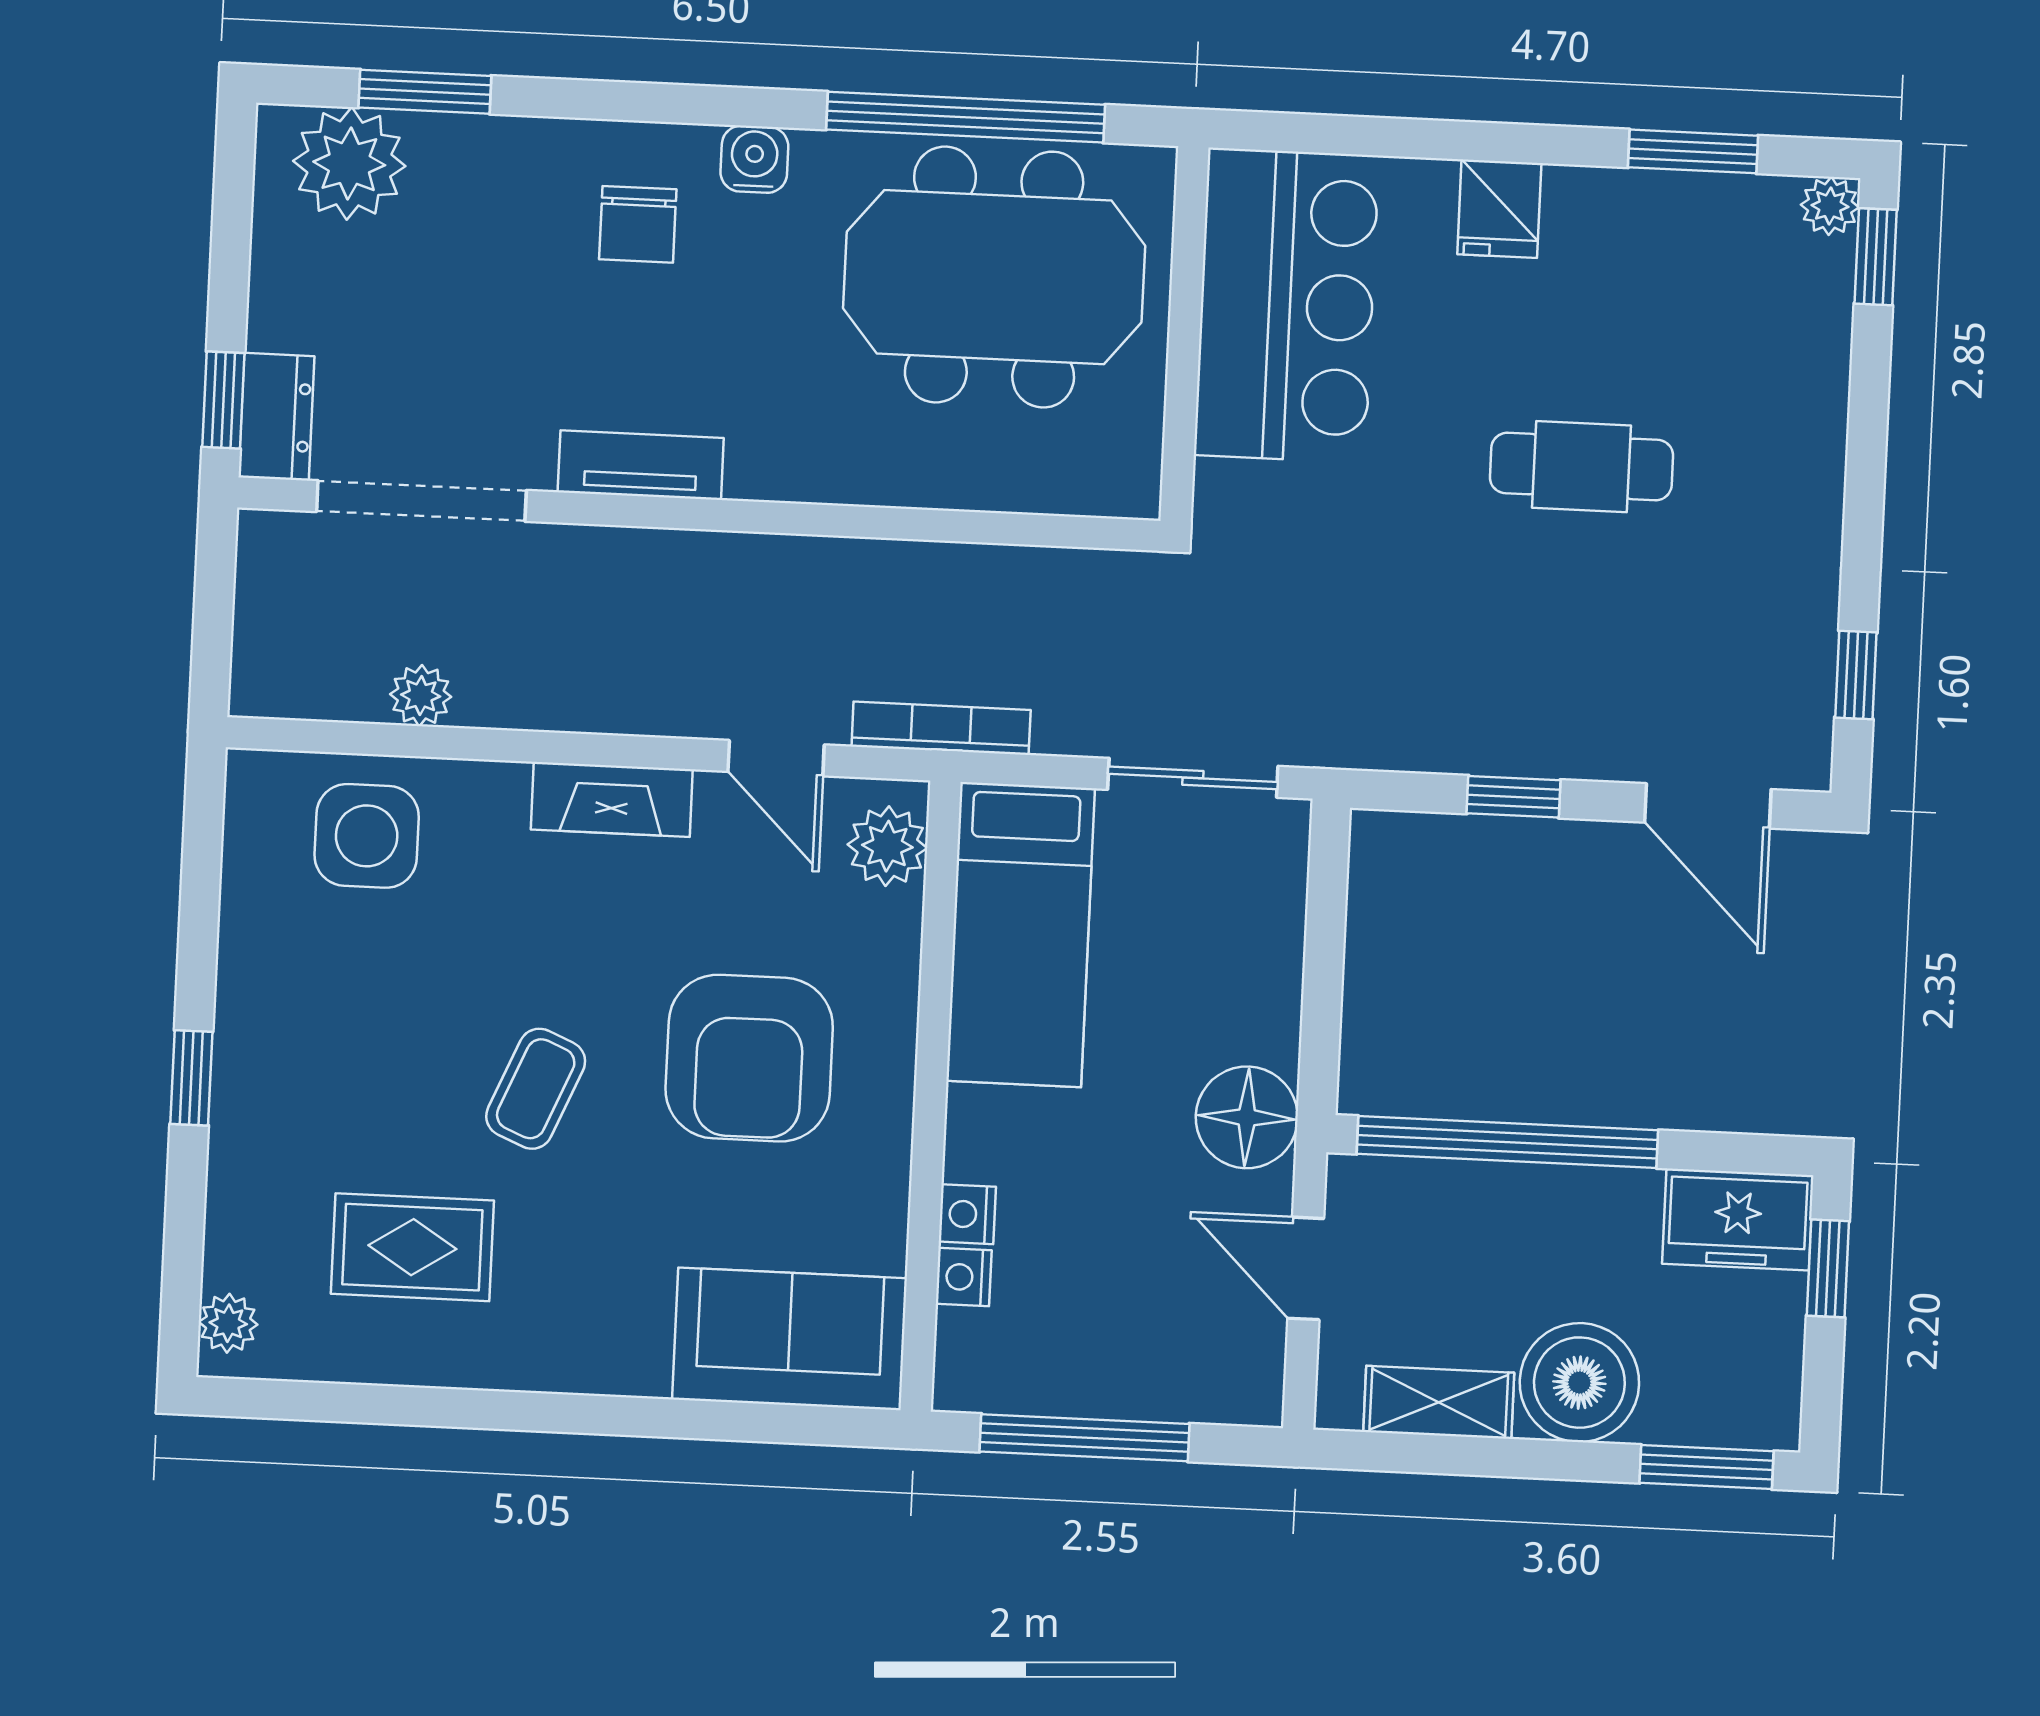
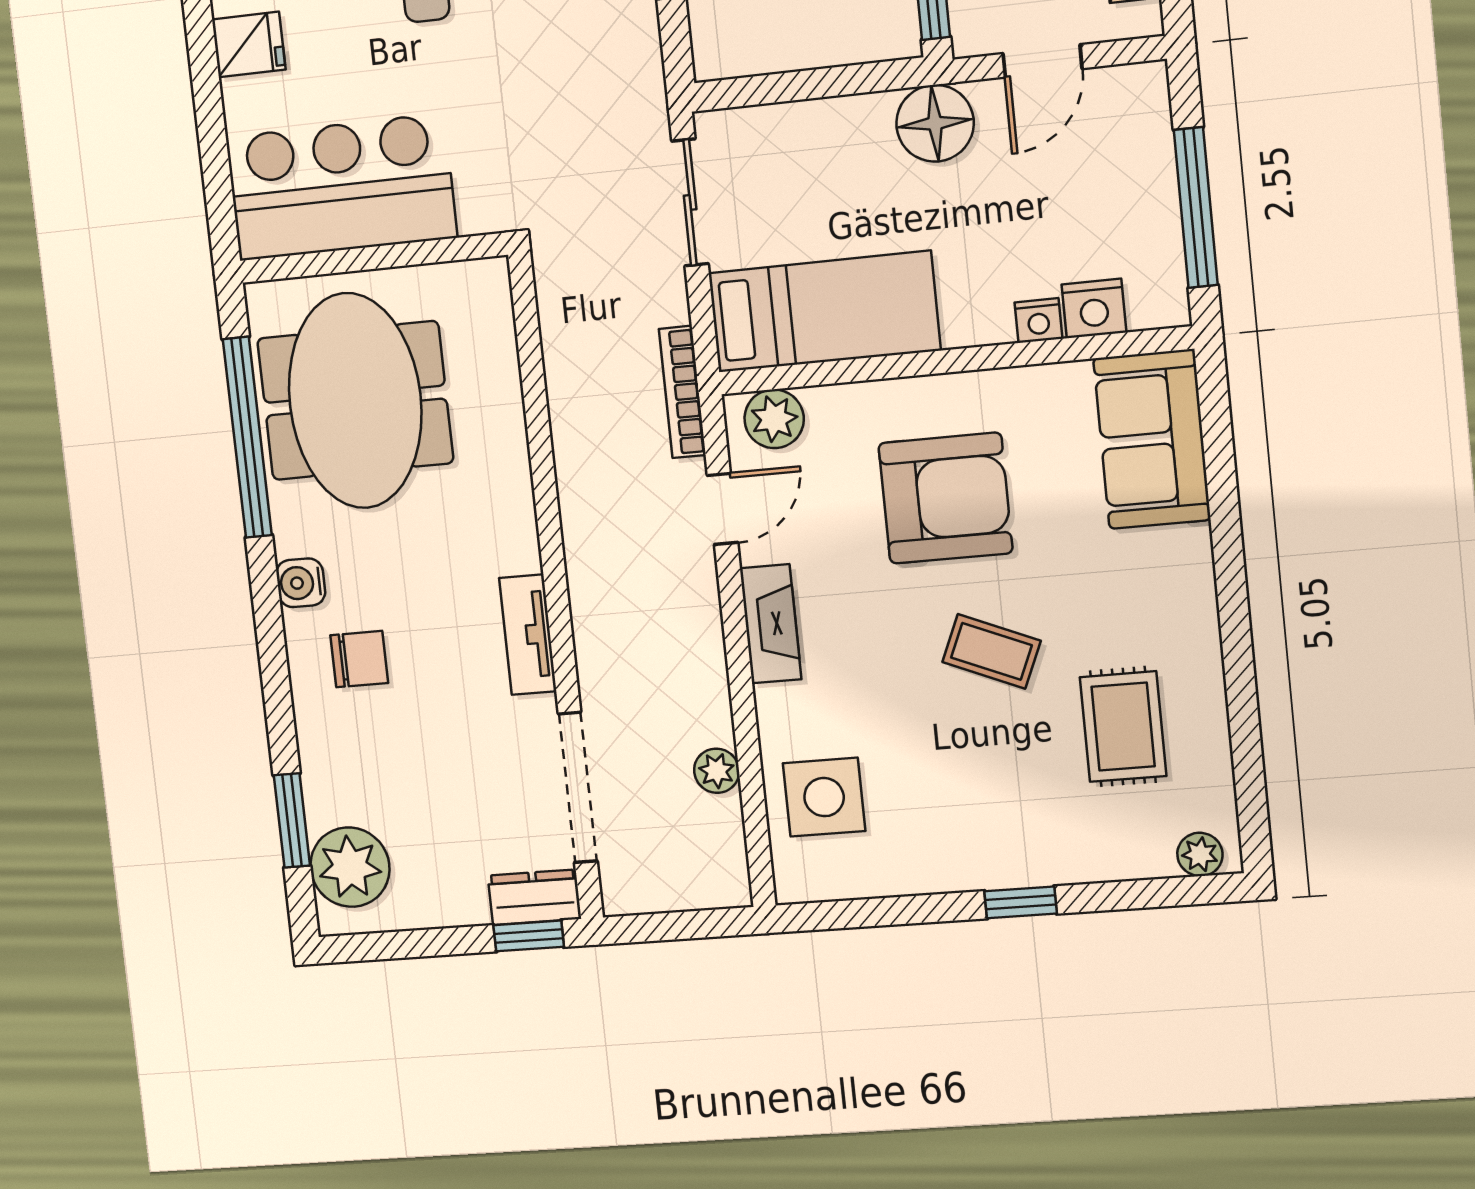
nightstand: (964, 1277) -> (1094, 308), width x1.39, depth x1.35

